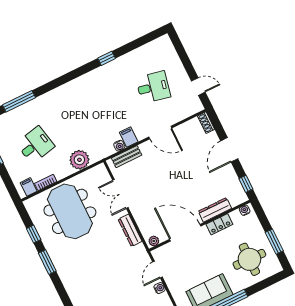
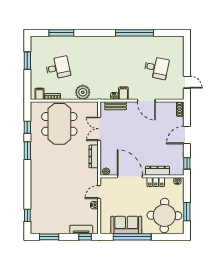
window: (107, 58) -> (134, 33), width x3.17
round table: (249, 259) -> (164, 215), width x1.36, depth x1.36

